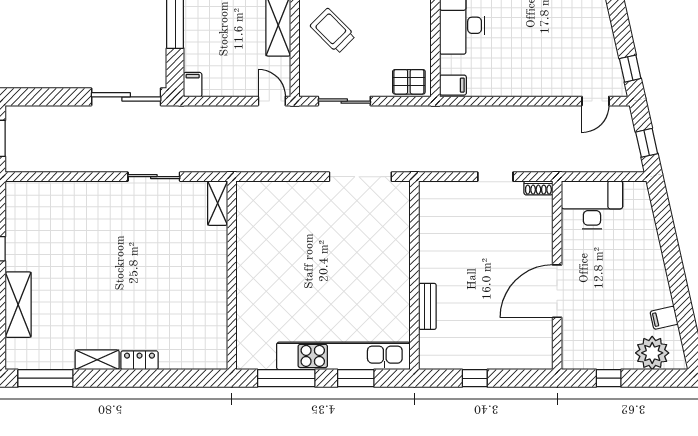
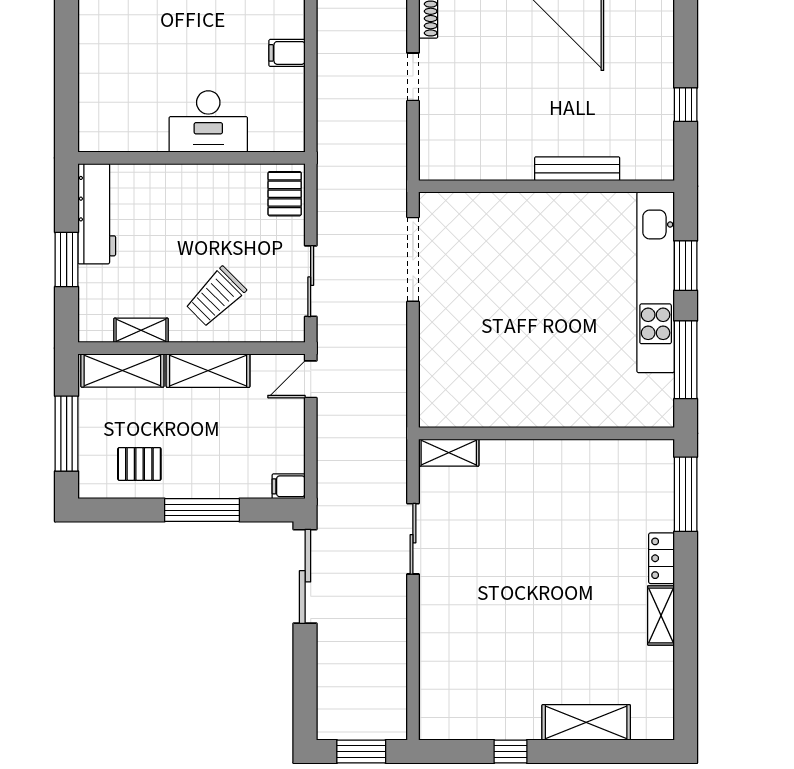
filing cabinet: (453, 85) -> (287, 53), moved, turned -90
bench: (427, 306) -> (577, 169), width x1.36
window: (45, 378) -> (686, 494), moved

